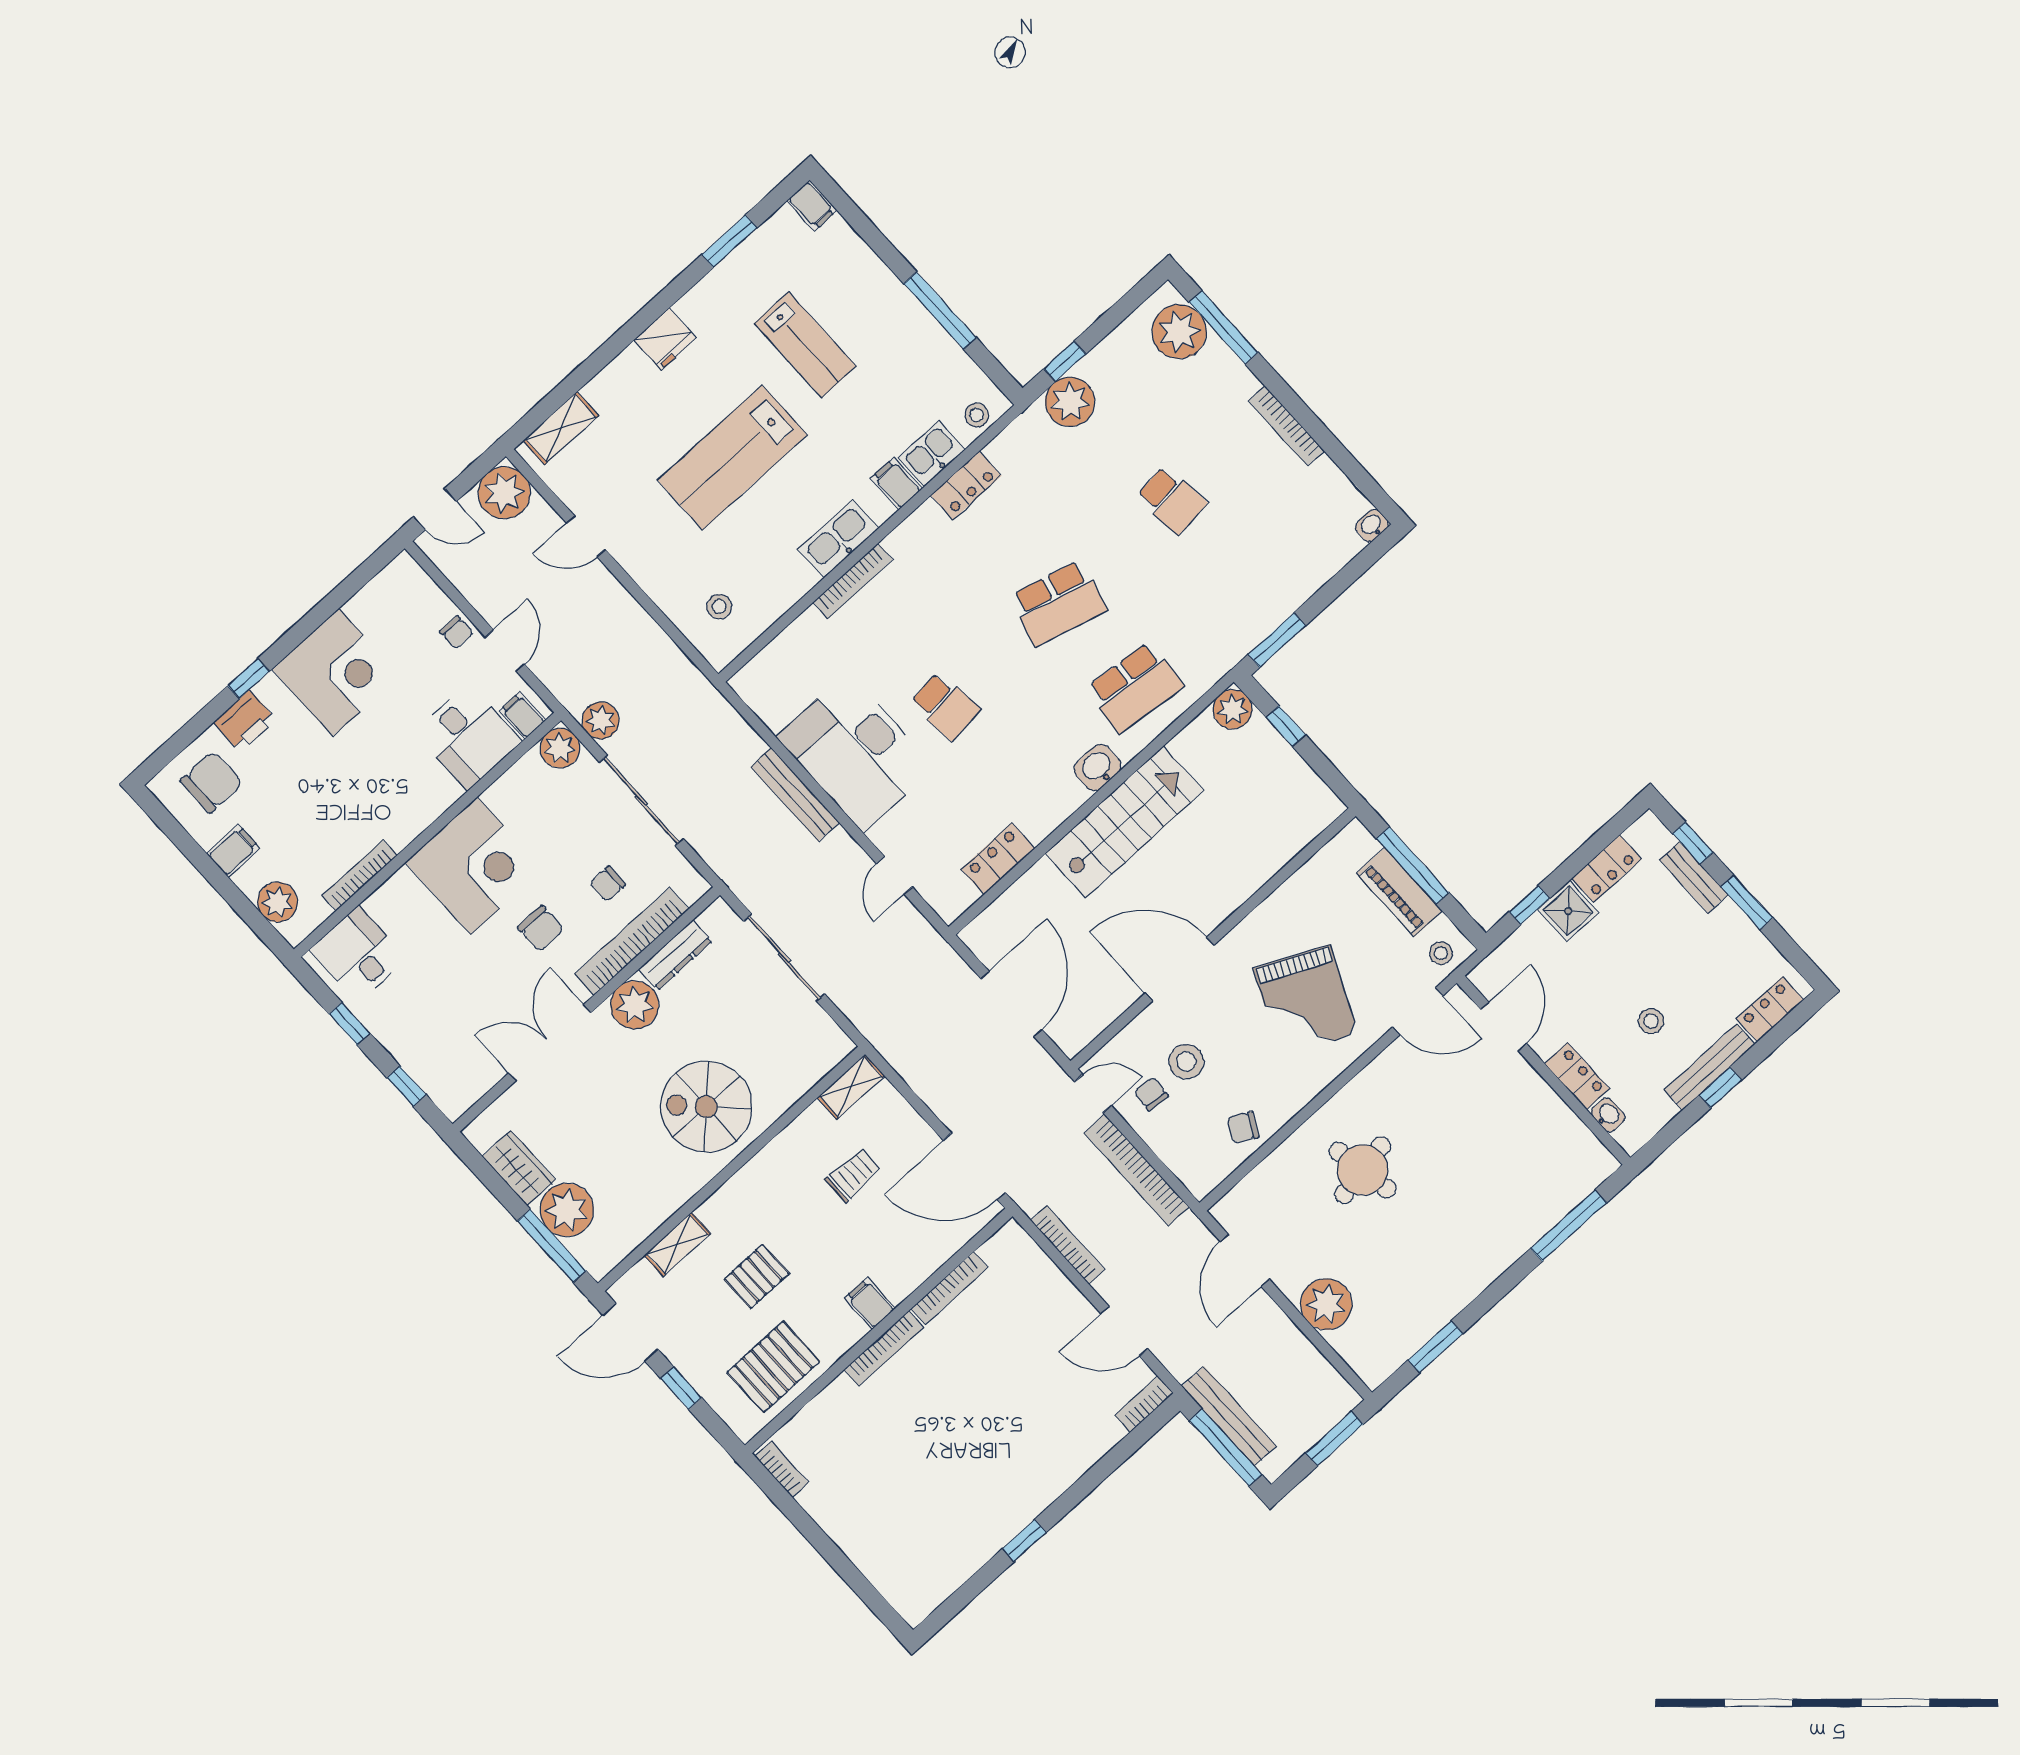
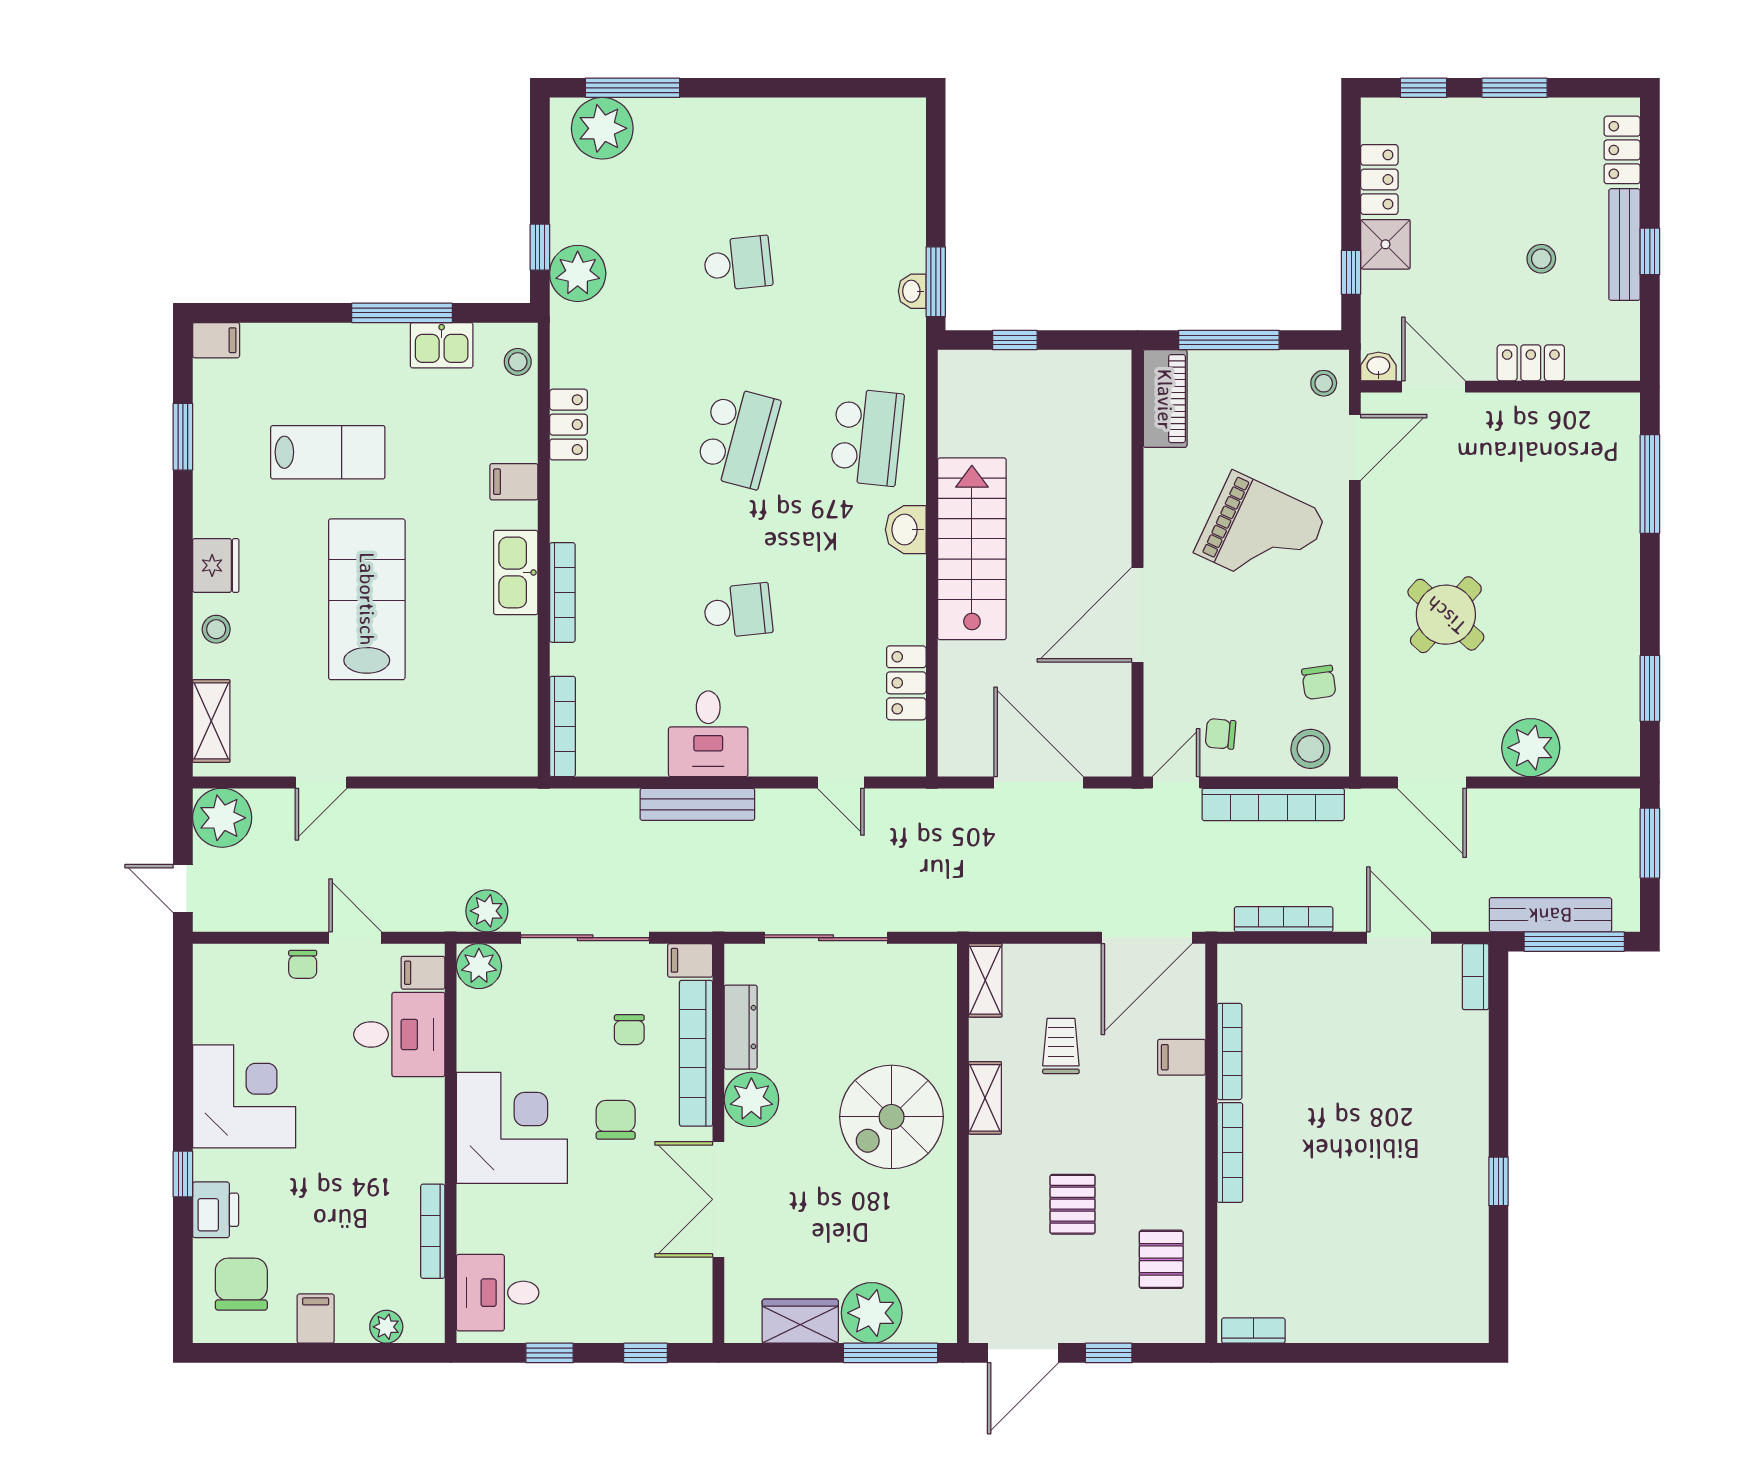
bookcase: (1286, 426) -> (562, 726), moved, turned -90
kitchen sink: (931, 453) -> (442, 345), moved, turned -90
lab bench: (732, 457) -> (367, 599), turned 180
door: (435, 509) -> (183, 889), swing flipped
washbasin: (1372, 526) -> (912, 291), moved
stool: (719, 607) -> (216, 629), moved
chair: (457, 632) -> (303, 964), turned 90
plant: (1232, 709) -> (960, 372), removed
desk: (856, 752) -> (708, 734), width x0.53, depth x0.77
bench: (1694, 877) -> (1453, 113), removed
filing cabinet: (689, 882) -> (690, 960), added
piano: (1399, 892) -> (1165, 399), moved, turned -90
plant: (277, 902) -> (386, 1327), width x0.73, depth x0.73
chair: (541, 928) -> (616, 1120), turned -90
stool: (1186, 1062) -> (1310, 749), moved
washbasin: (1608, 1115) -> (1378, 366), moved
chair: (1243, 1127) -> (1319, 682), turned -37
round table: (1362, 1170) -> (1446, 615), turned -38
shelving: (677, 1245) -> (985, 1098), moved
filing cabinet: (870, 1303) -> (1182, 1057), moved
door: (1124, 1331) -> (1399, 938), swing flipped
pallet: (773, 1367) -> (1161, 1259), width x0.67, depth x0.71

